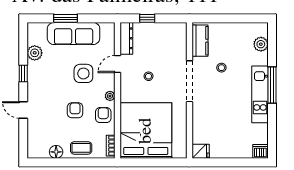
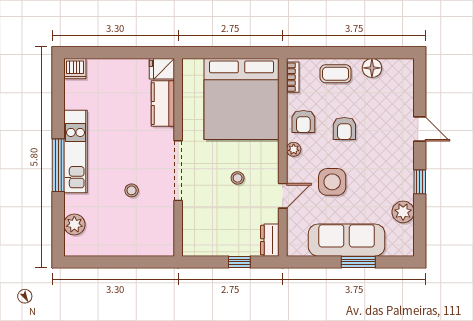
dresser: (126, 38) -> (270, 240), width x0.70
kitchen counter: (200, 41) -> (163, 104), moved

